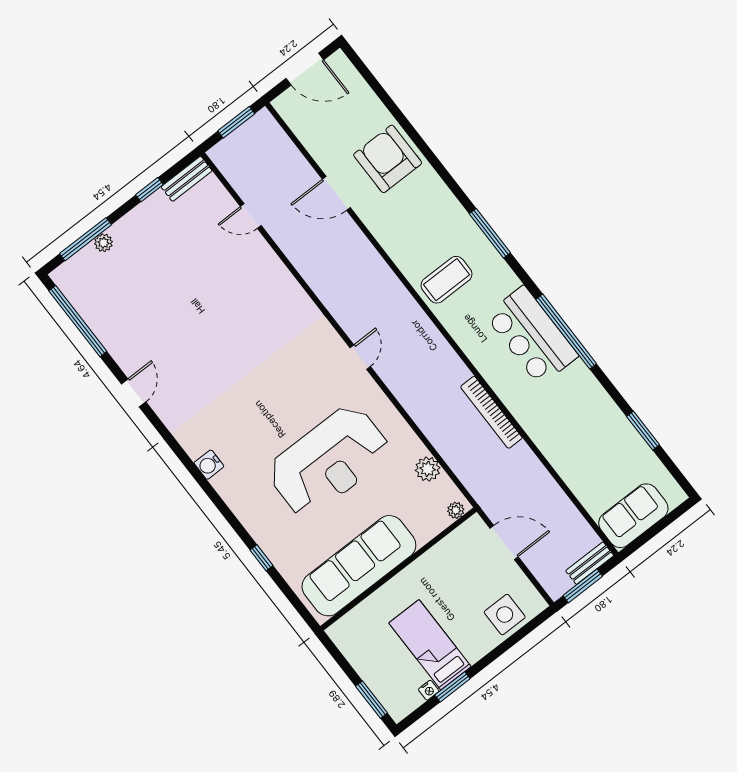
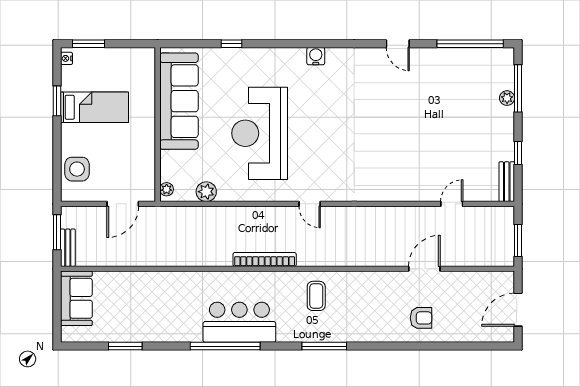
armchair: (388, 159) -> (421, 318), width x0.53, depth x0.53
coffee table: (446, 280) -> (316, 296), width x0.73, depth x0.77
bookcase: (491, 412) -> (265, 259), moved
nightstand: (429, 690) -> (67, 58), moved

